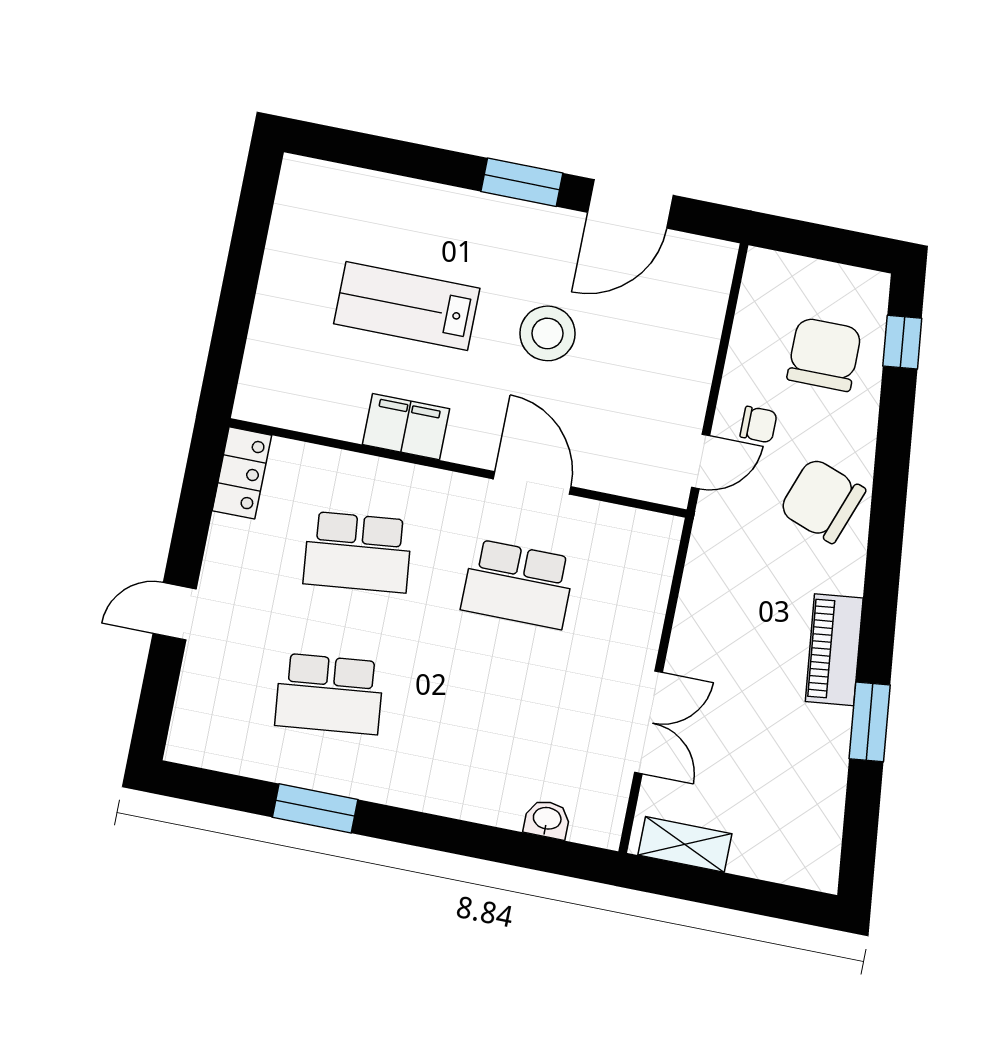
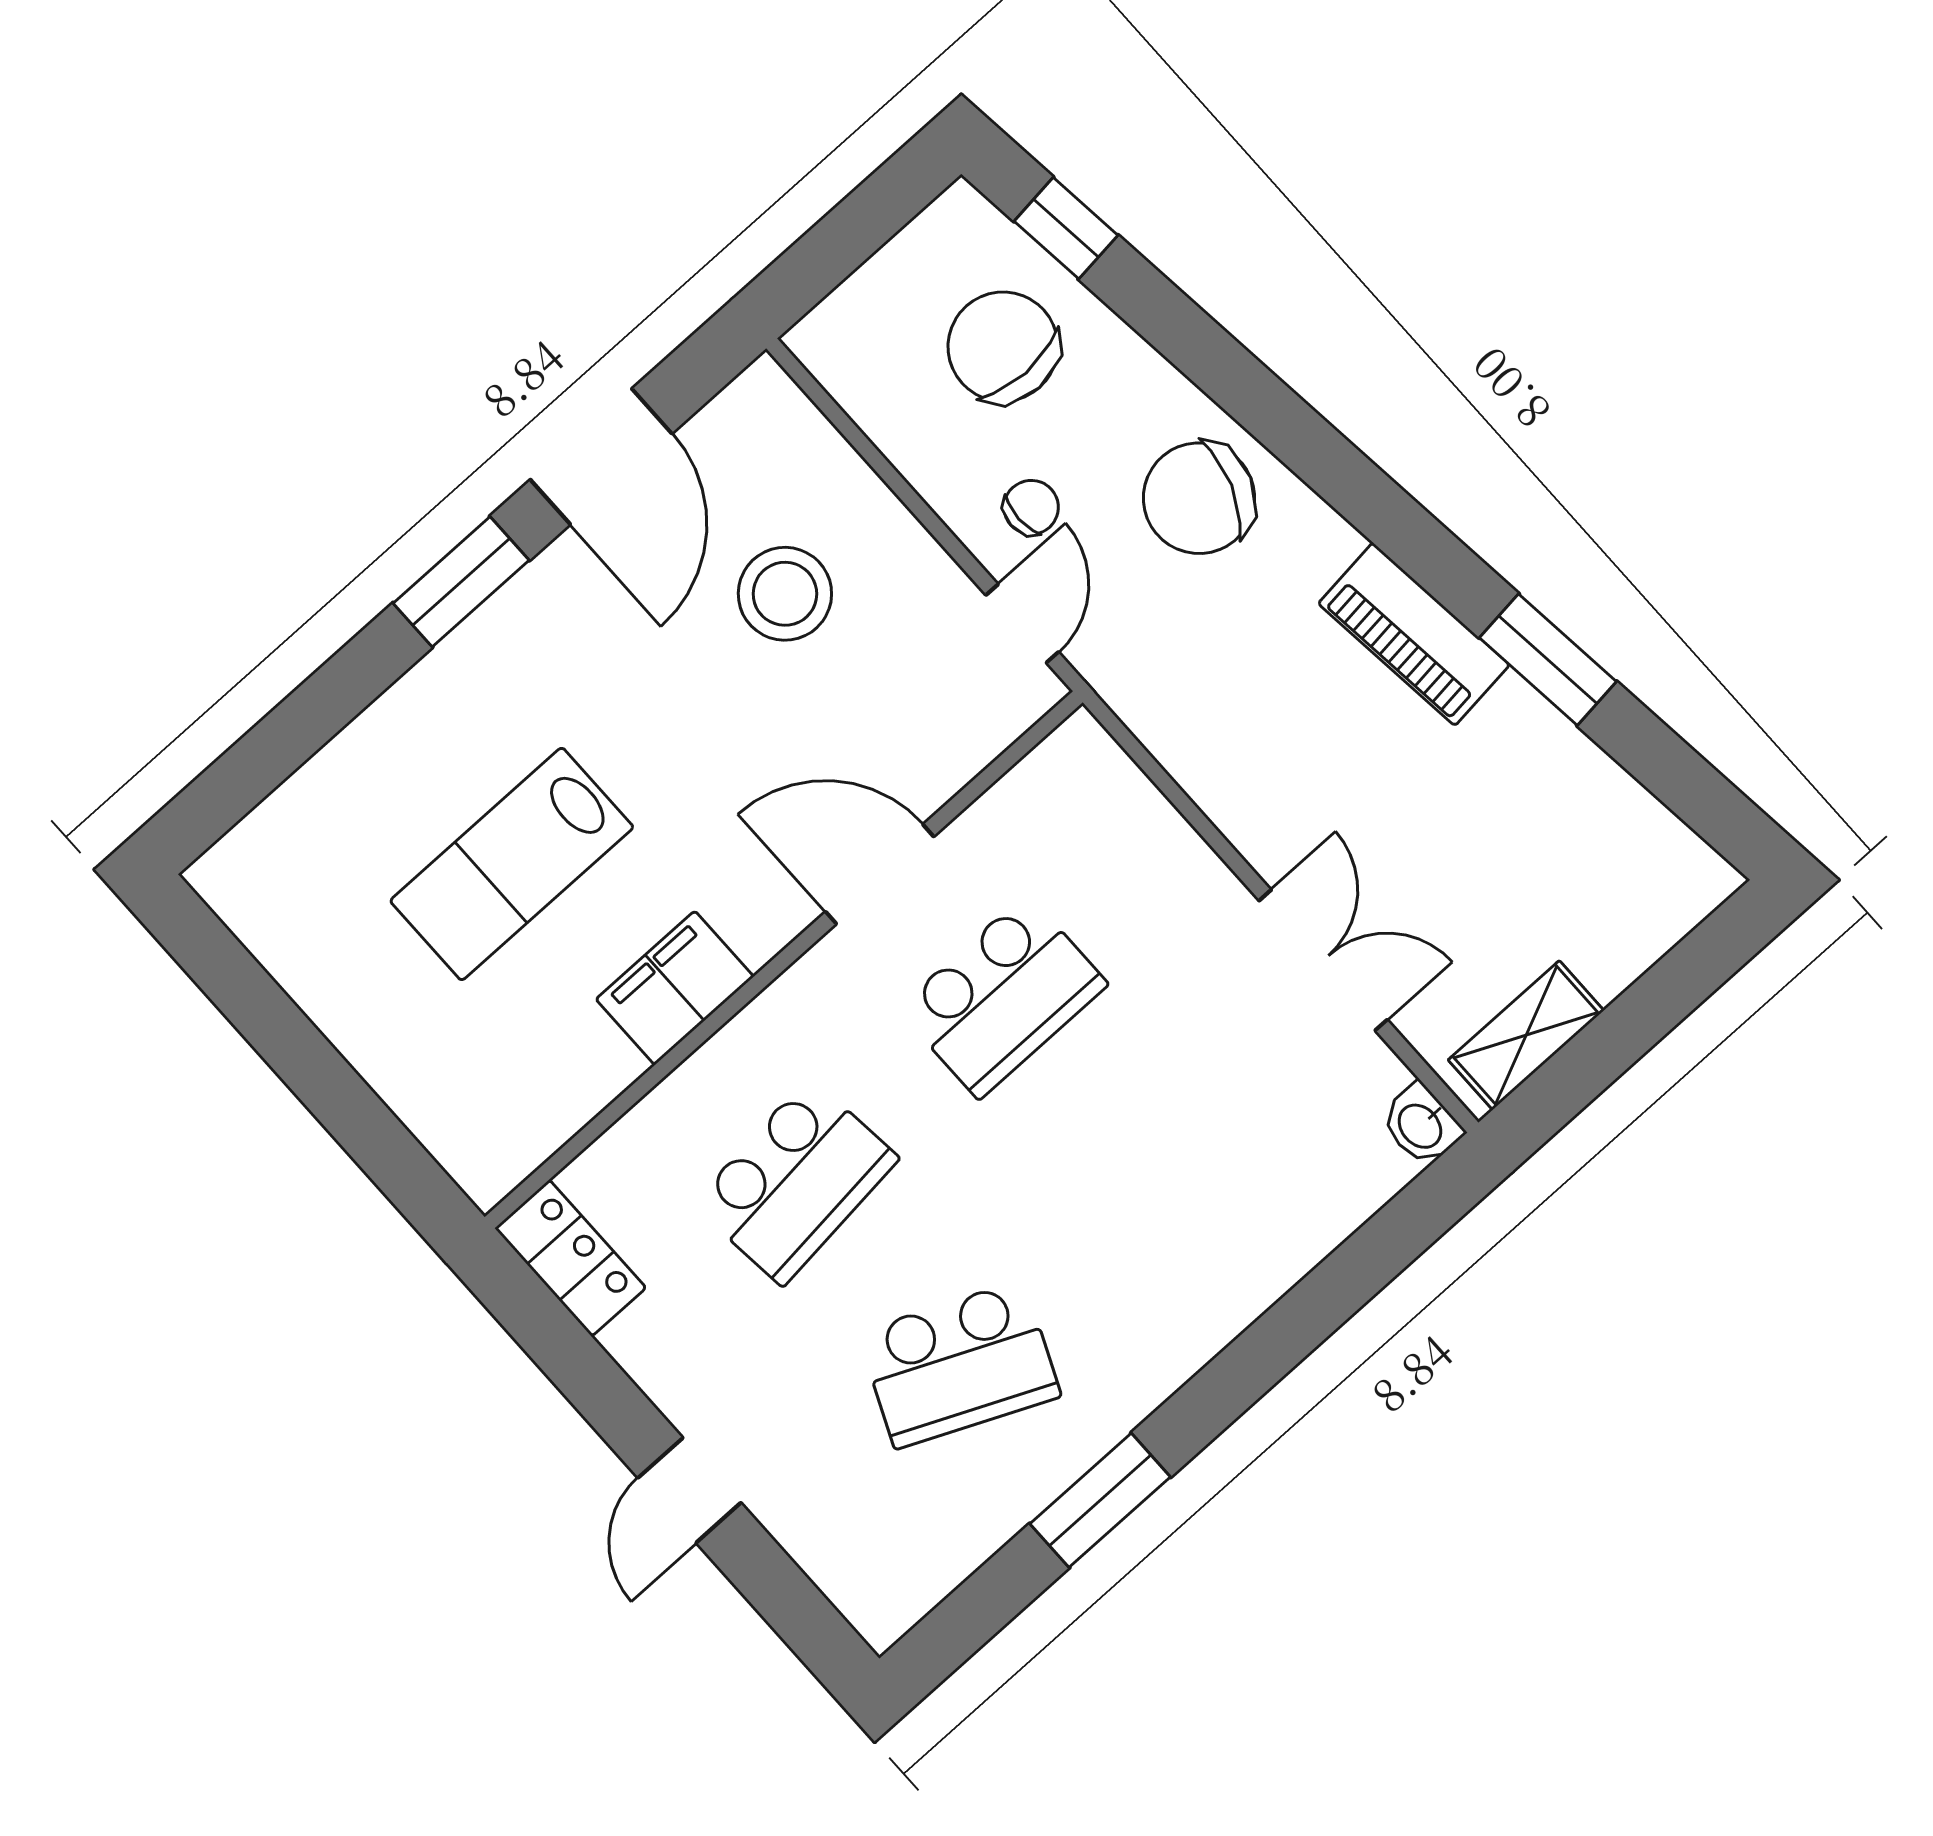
stool: (548, 333) -> (785, 594), moved
school desk: (329, 694) -> (959, 1364), turned 30
washbasin: (547, 819) -> (1421, 1125), moved, turned -90

